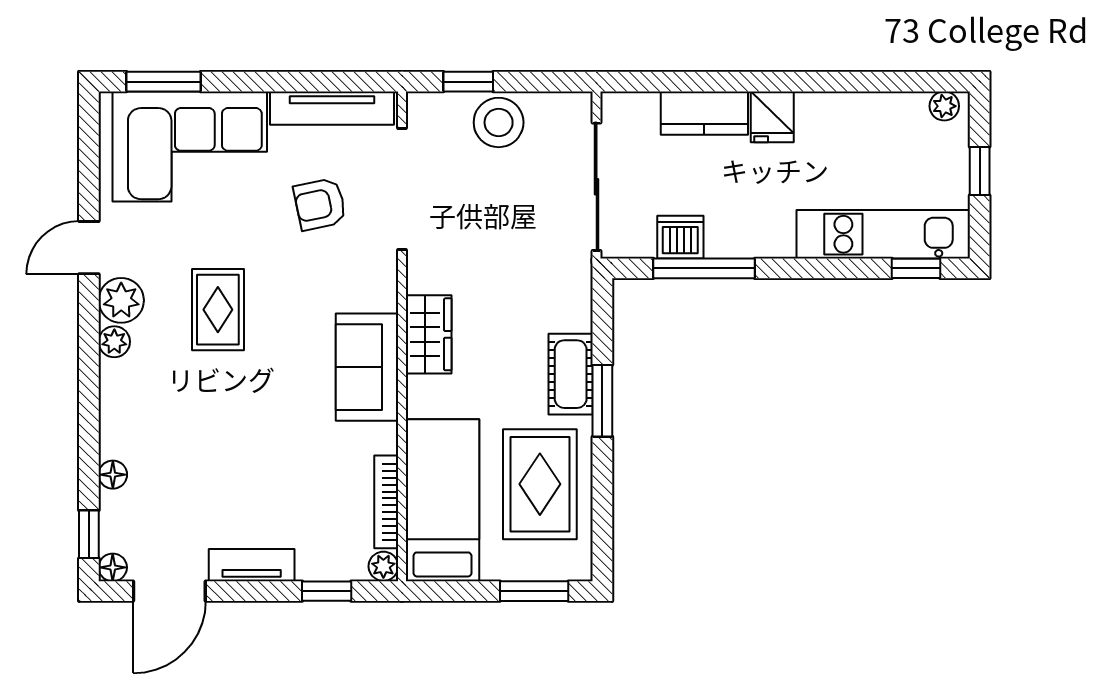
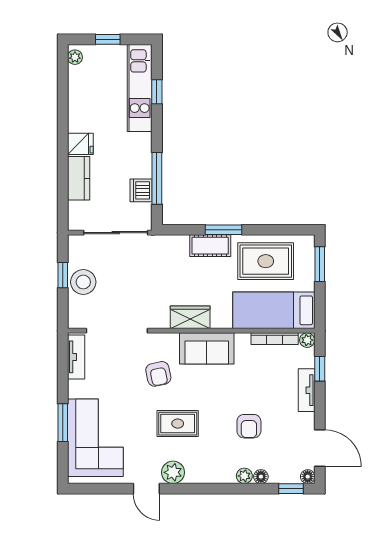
window: (163, 82) -> (63, 423), moved
window: (468, 82) -> (63, 275), moved
tv unit: (332, 108) -> (76, 357), width x0.71
armchair: (320, 204) -> (158, 374), moved
window: (916, 268) -> (157, 92), moved
plant: (114, 342) -> (244, 476), moved
armchair: (213, 451) -> (249, 426), added
tv unit: (252, 565) -> (307, 390), moved

